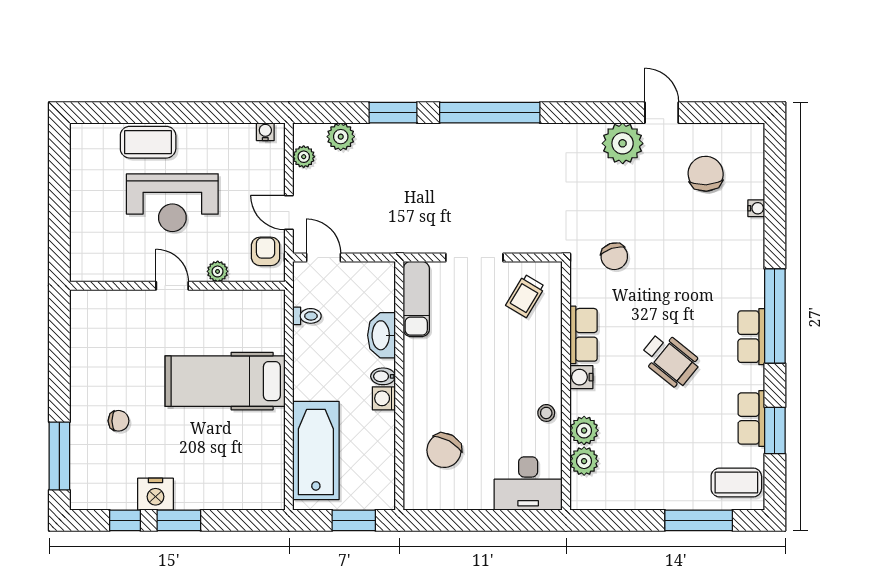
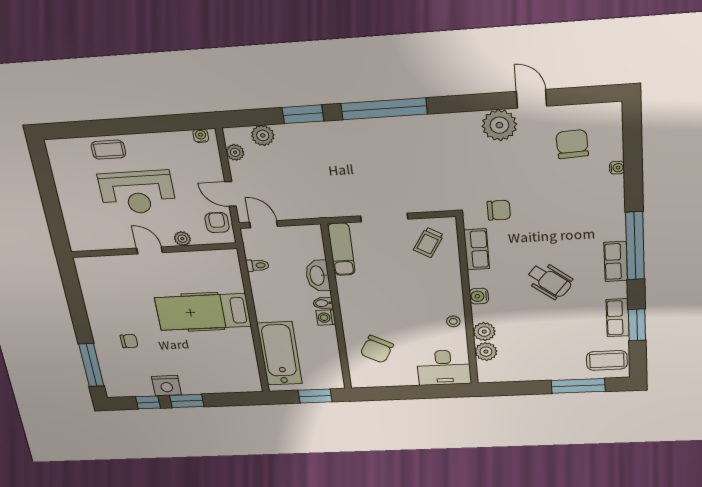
coffee table: (148, 142) -> (108, 150), width x0.73, depth x0.77
chair: (614, 256) -> (499, 210), turned -72
row of seats: (583, 335) -> (477, 249), moved

